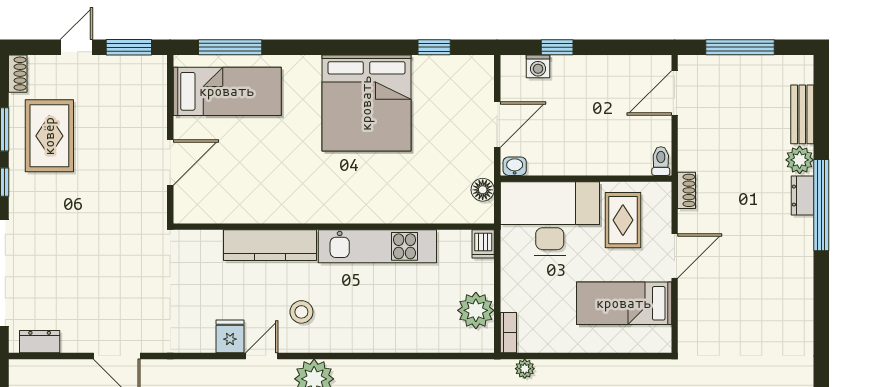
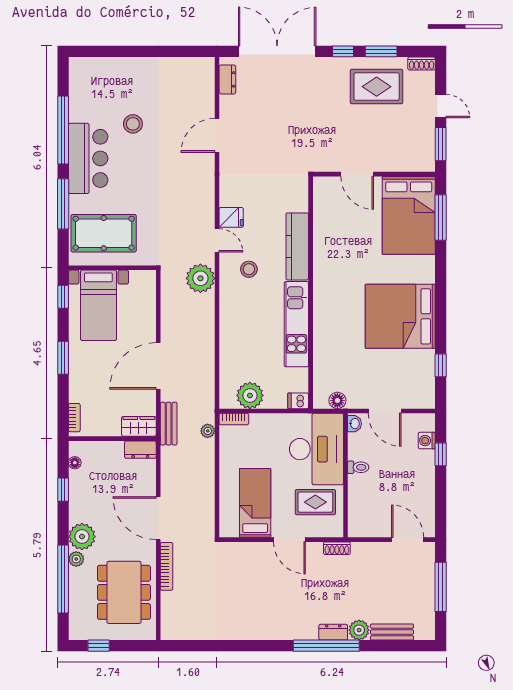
bed: (227, 91) -> (409, 215), width x1.50
toilet: (661, 161) -> (358, 467), moved

